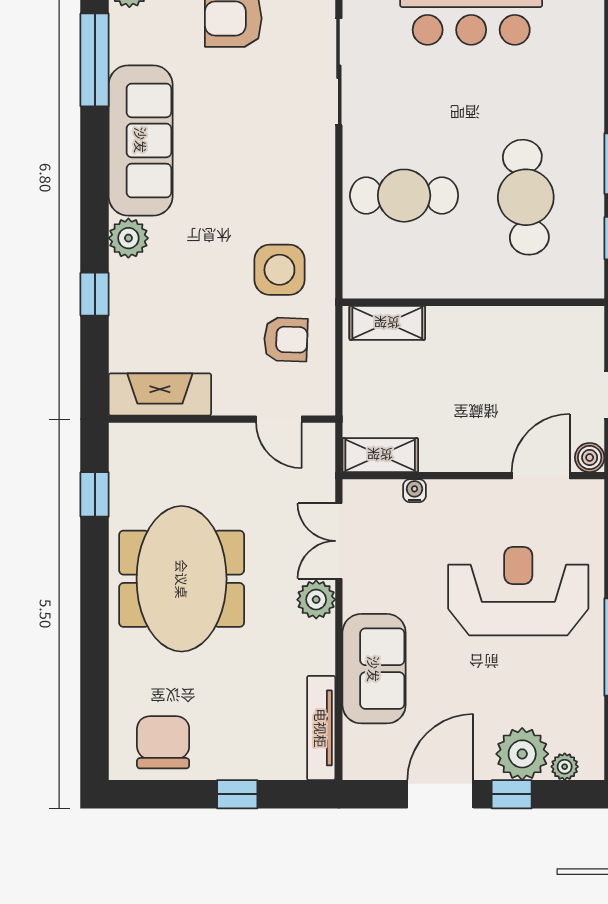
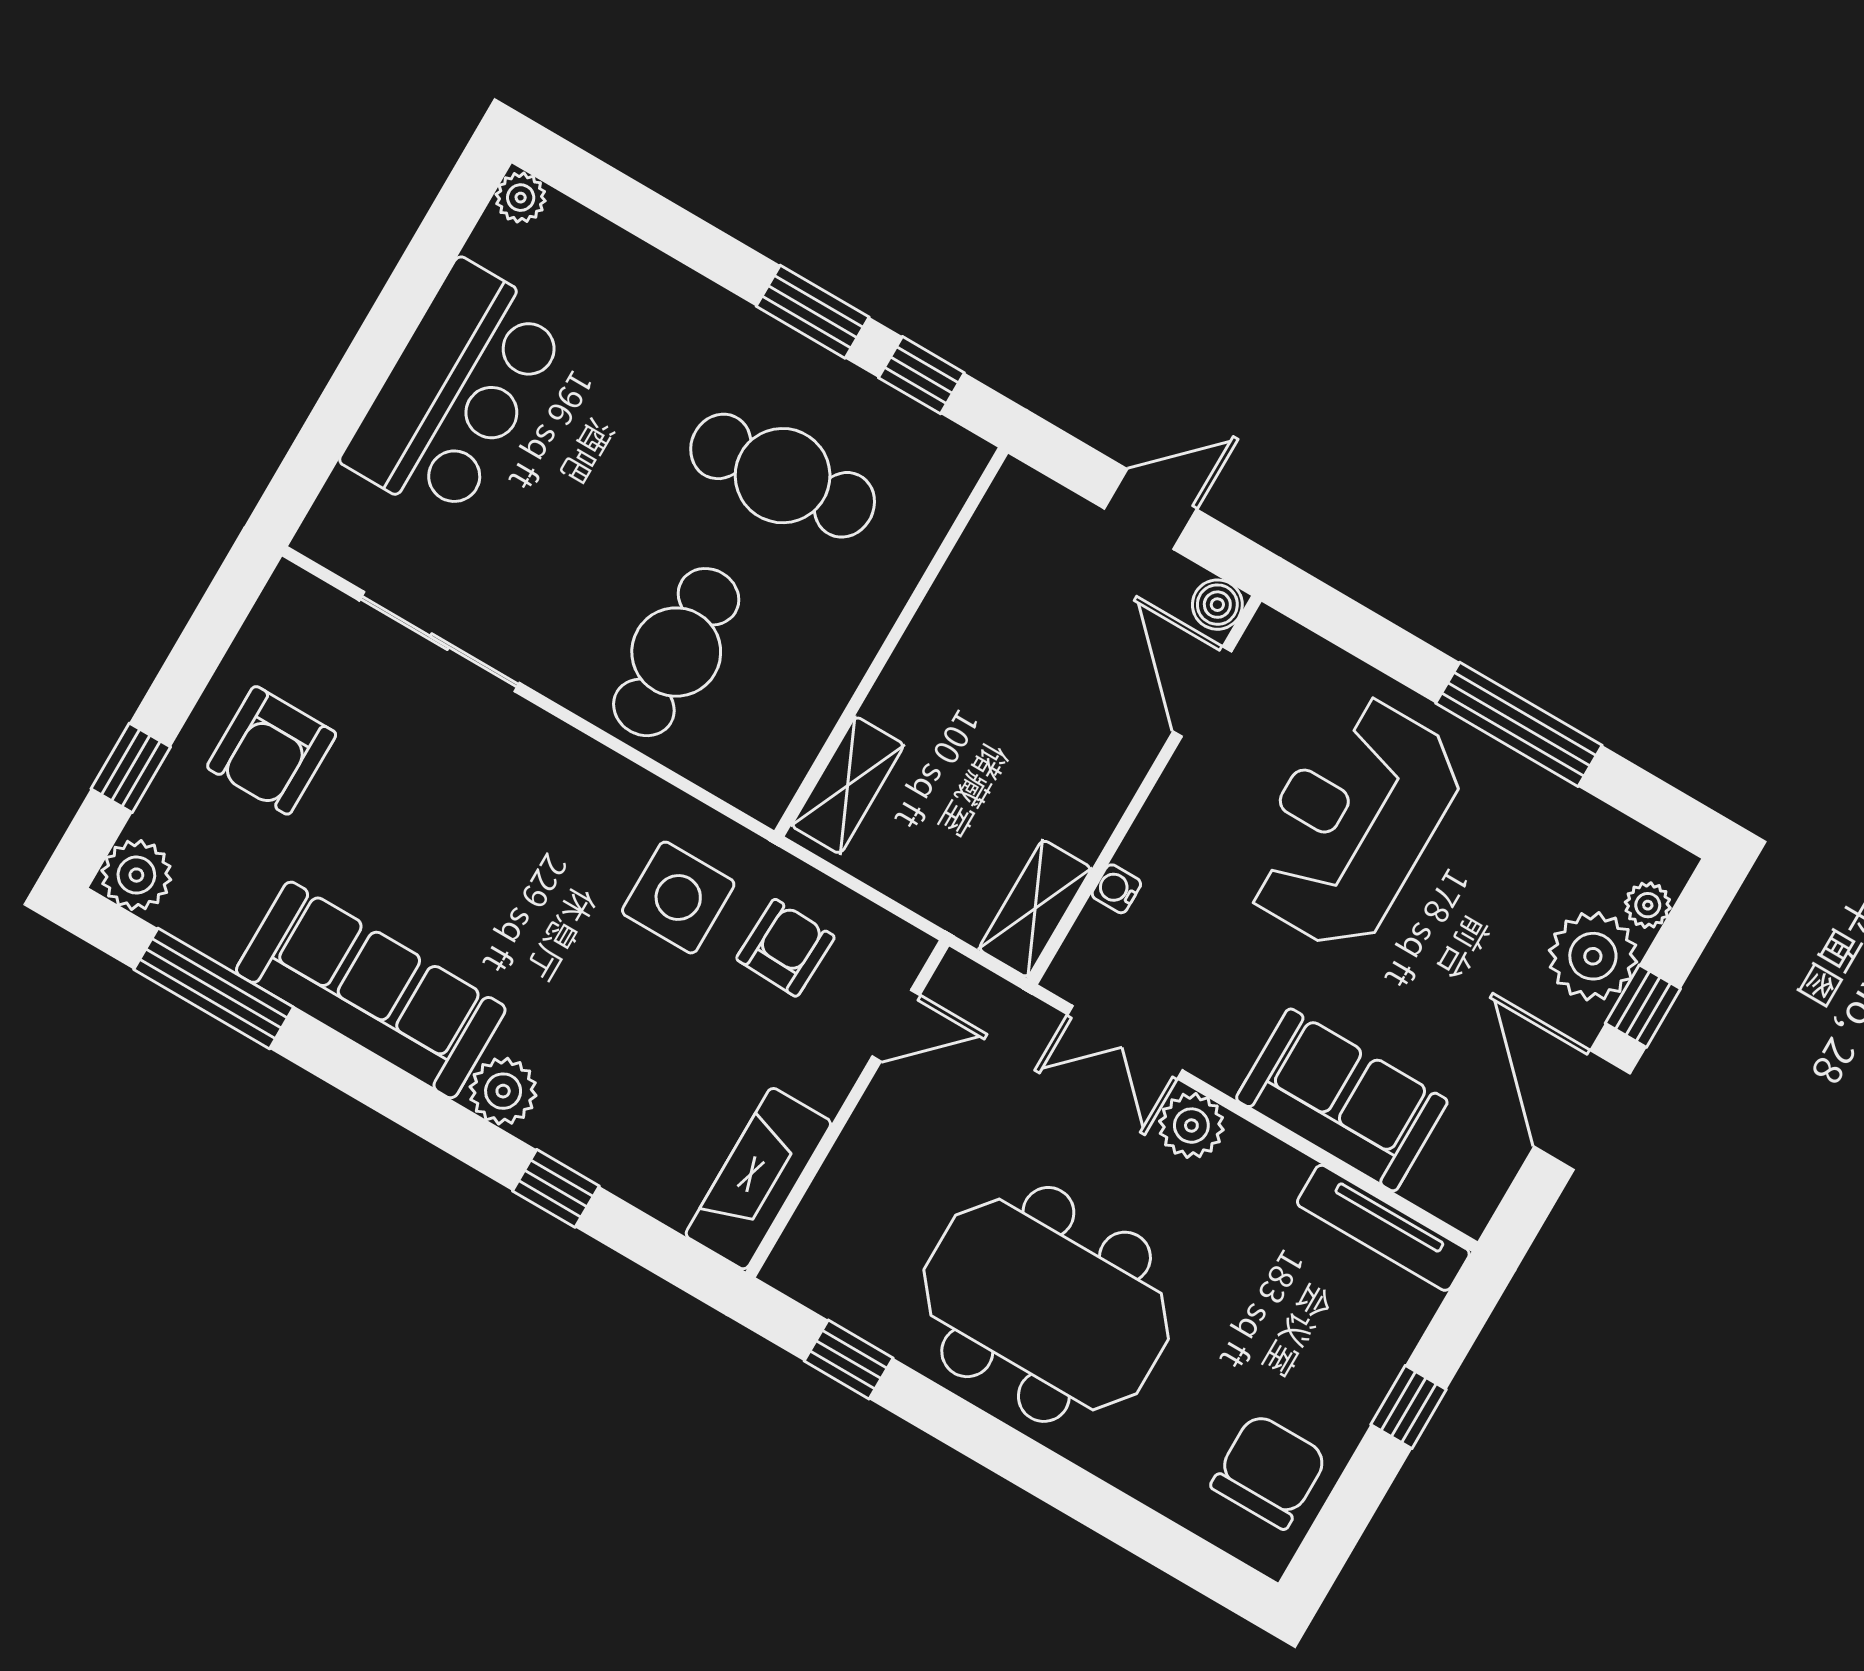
chair: (163, 742) -> (1269, 1471), turned 90

